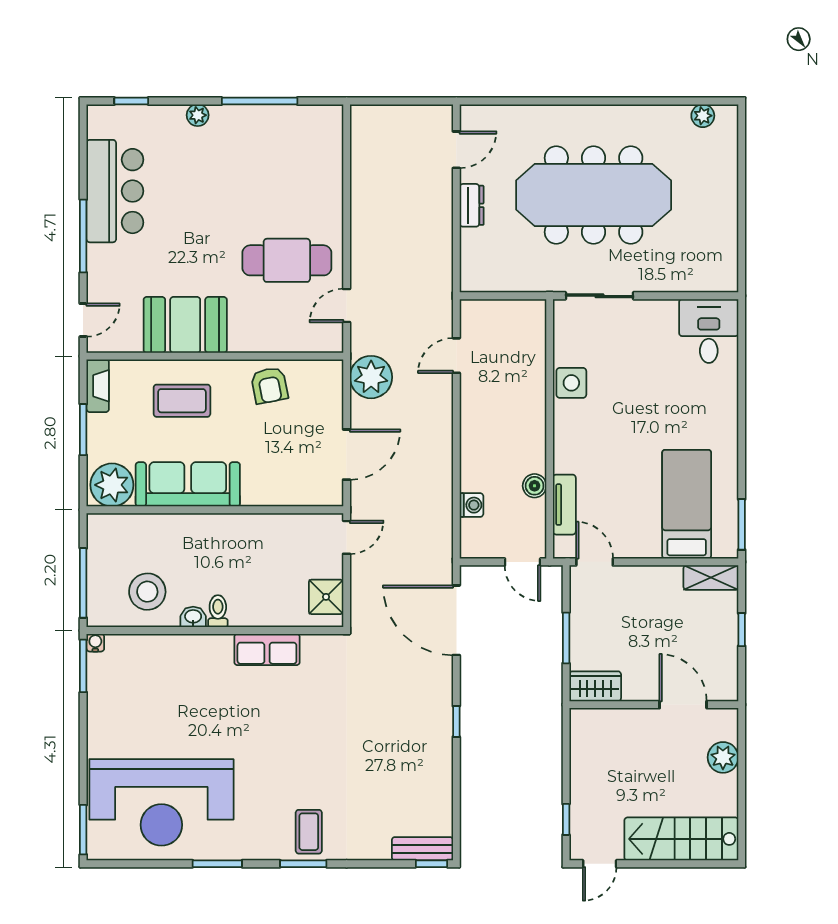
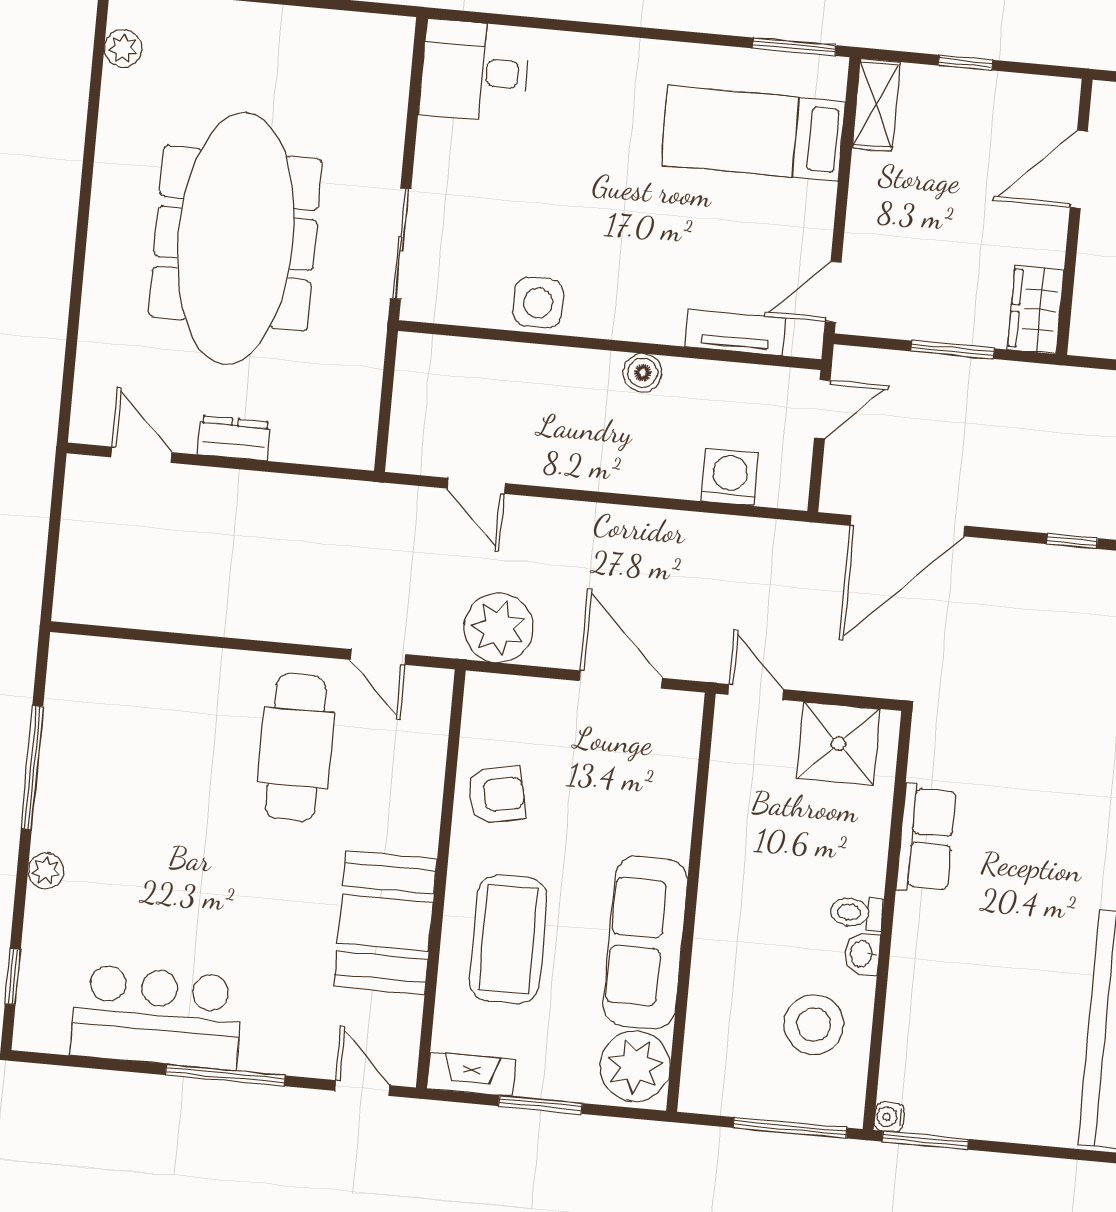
coffee table: (182, 401) -> (508, 939), width x1.36, depth x1.32
boiler: (535, 486) -> (643, 373), moved
washing machine: (471, 505) -> (730, 477), width x1.38, depth x1.38
shower: (326, 597) -> (838, 744), width x1.36, depth x1.36

